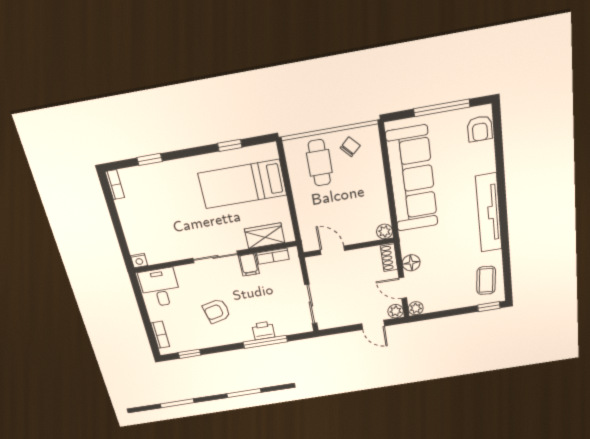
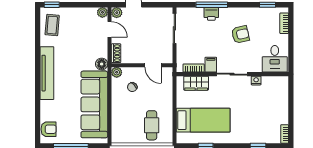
armchair: (480, 129) -> (49, 129), turned 90
chair: (350, 147) -> (132, 87), moved
nightstand: (139, 261) -> (256, 81), moved
floor lamp: (411, 263) -> (102, 64), moved

